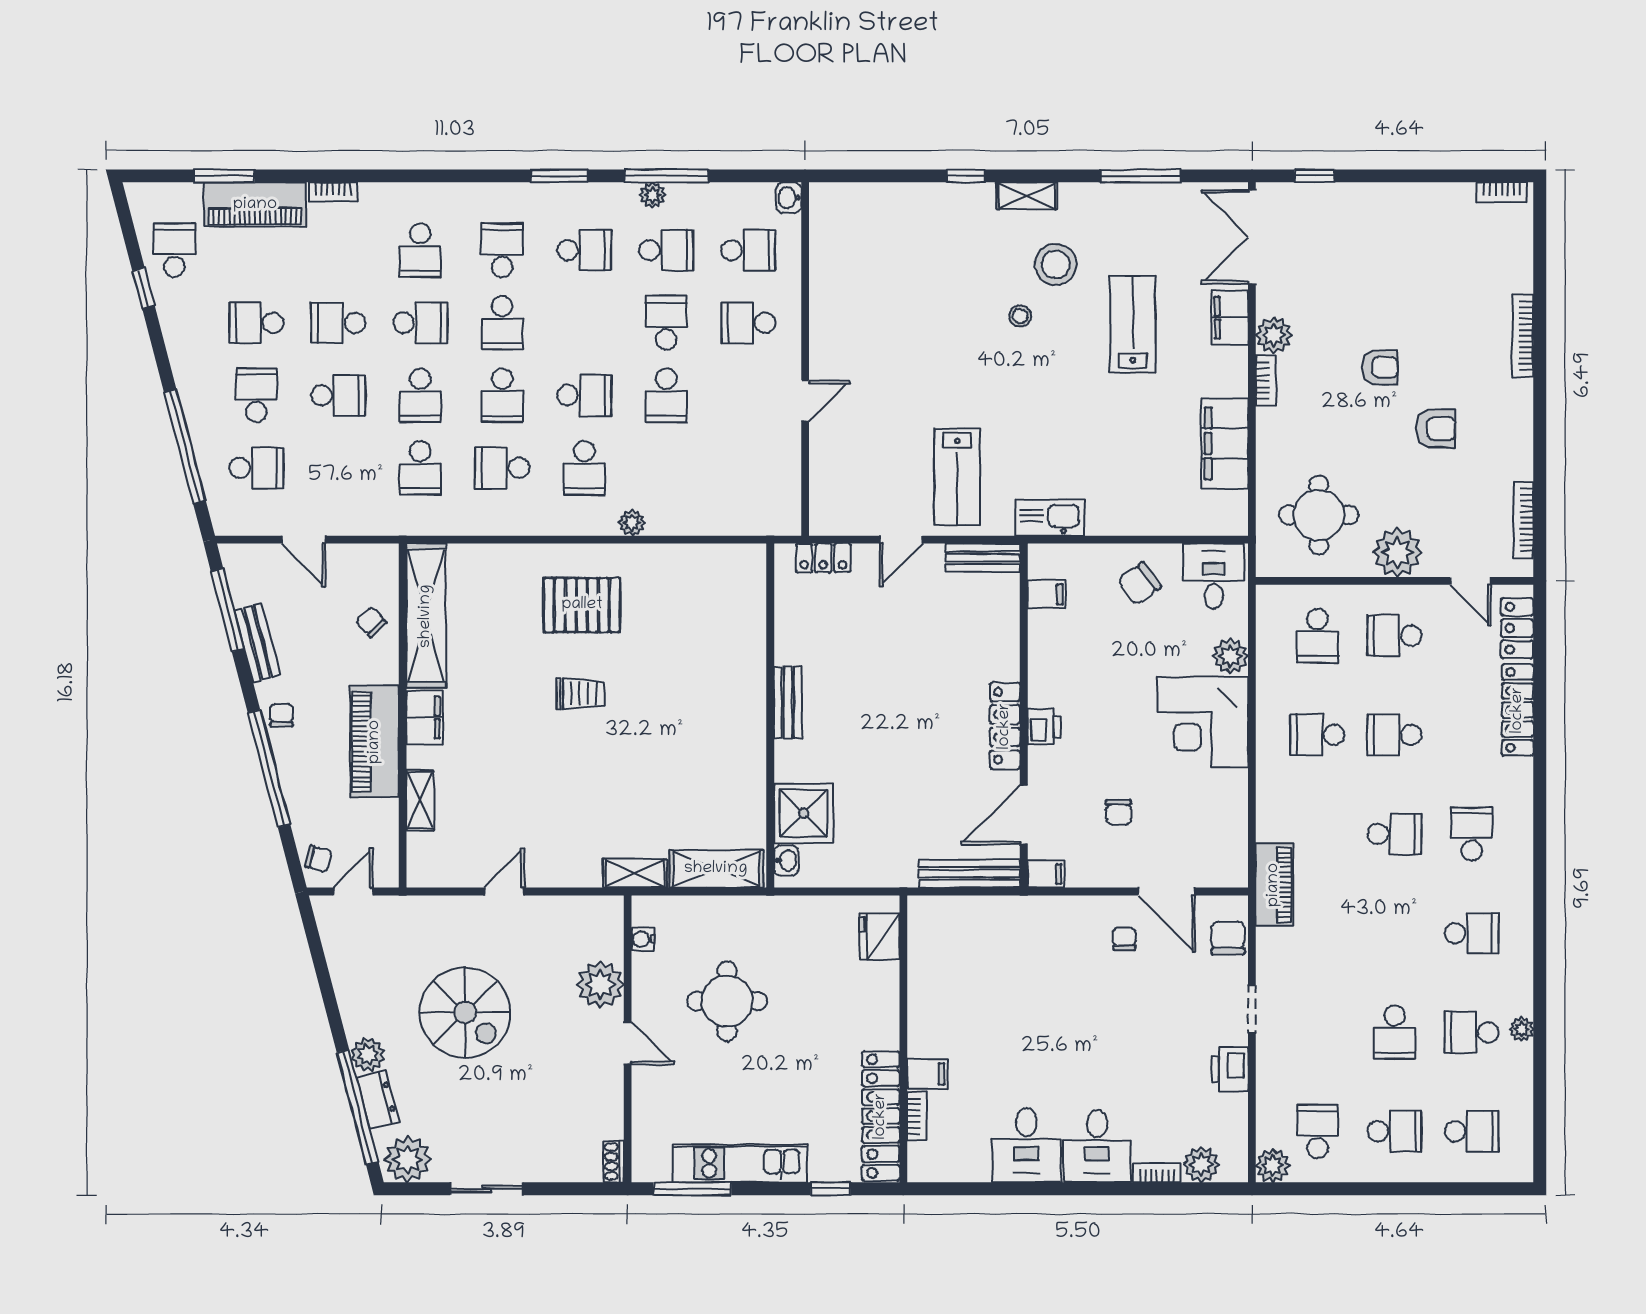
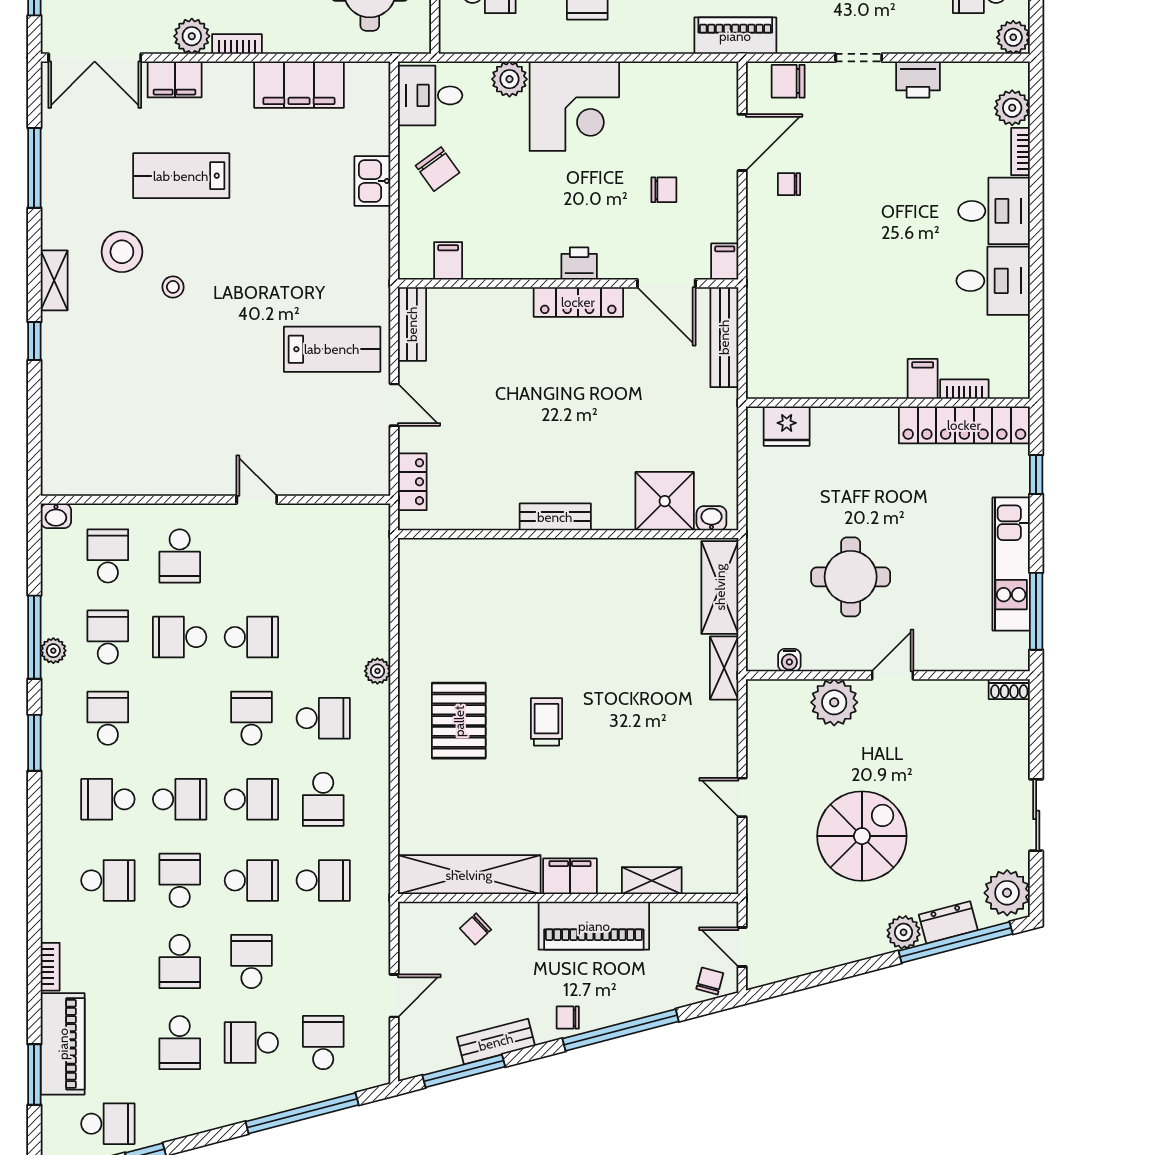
school desk: (174, 250) -> (108, 1124), turned 180
kitchen sink: (1050, 518) -> (372, 181), moved, width x0.73

